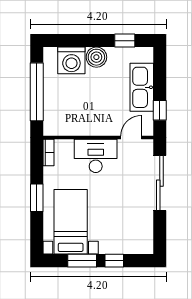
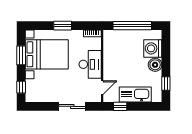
door: (131, 138) -> (102, 88), hinge flipped
sliding door: (160, 183) -> (72, 106), width x0.73
bed with nightstands: (71, 222) -> (47, 54), width x1.36
window: (114, 261) -> (21, 87), moved

